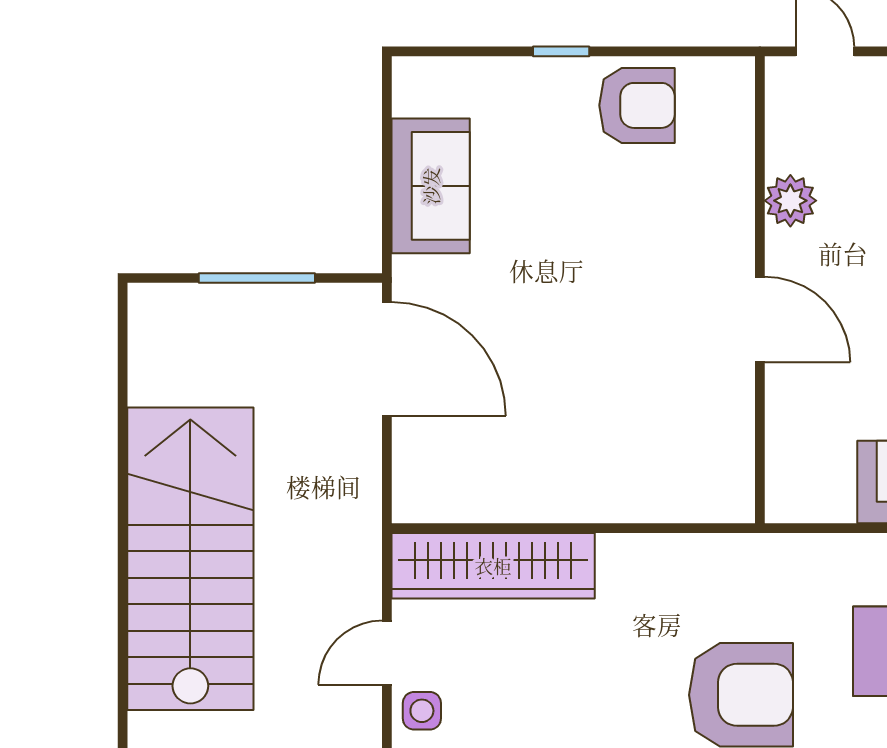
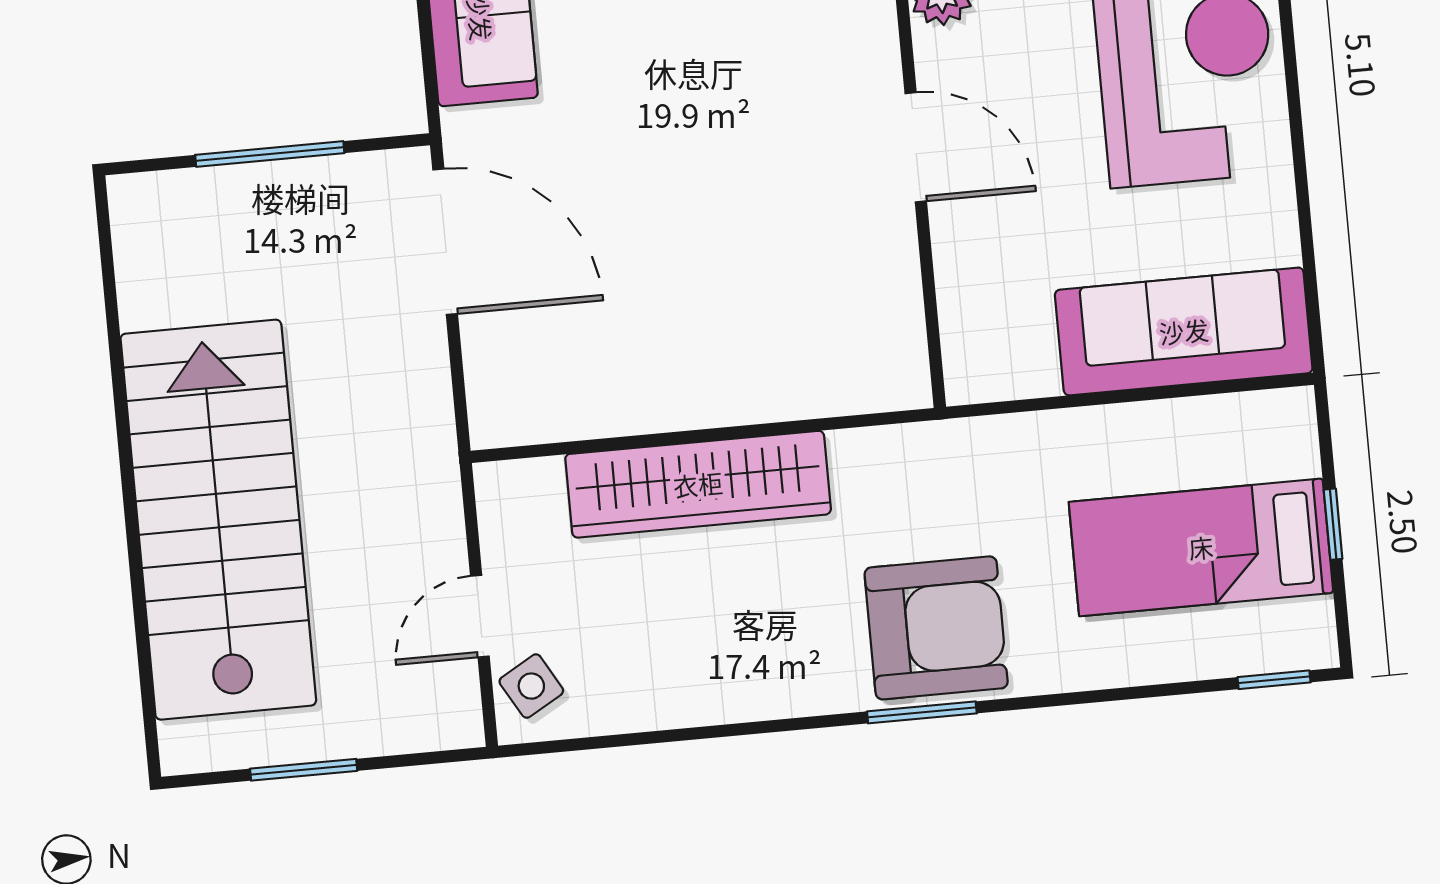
wardrobe: (493, 566) -> (698, 484), moved
side table: (422, 711) -> (531, 686), turned -30

